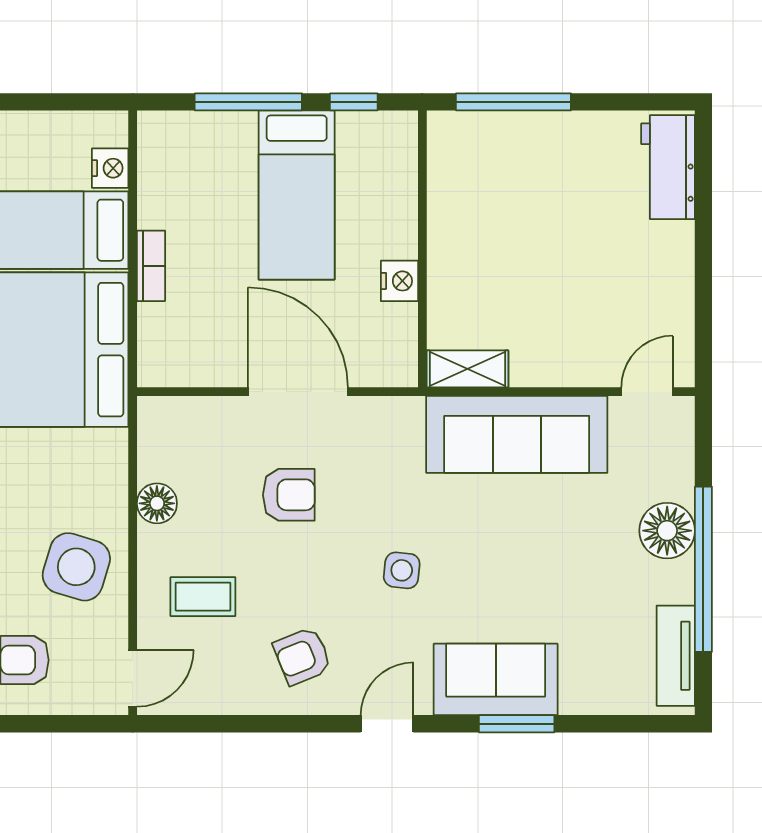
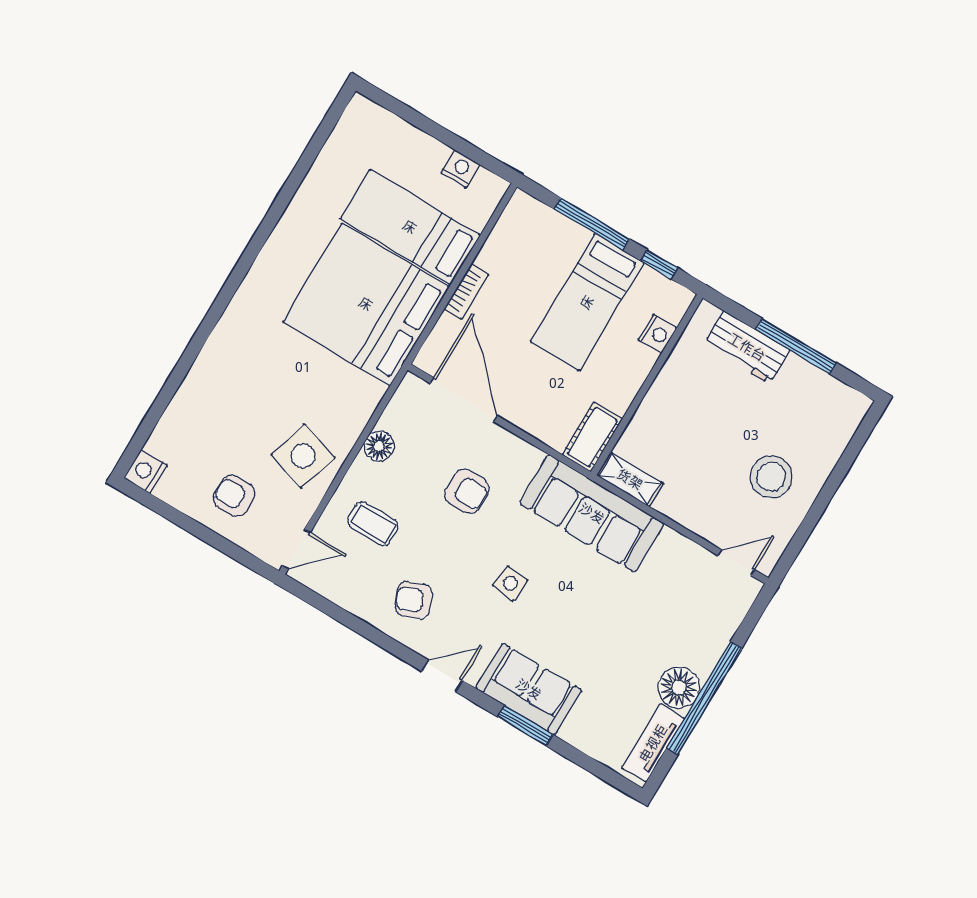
window: (513, 102) -> (796, 346), moved
workbench: (668, 167) -> (747, 347), moved, turned -90
nightstand: (110, 168) -> (461, 169), moved, turned -90
stool: (628, 269) -> (771, 477), added
nightstand: (399, 281) -> (657, 334), moved
cot: (396, 346) -> (592, 437), added
door: (298, 392) -> (464, 400), moved
sofa: (517, 434) -> (592, 513), moved
floor lamp: (667, 531) -> (679, 688), moved

